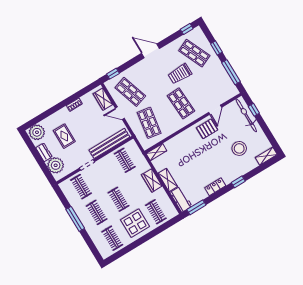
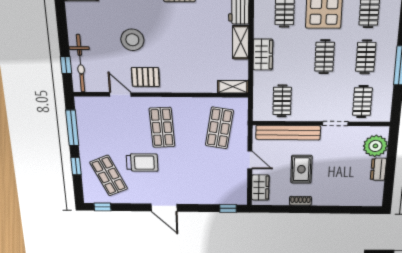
shop shelf: (130, 92) -> (220, 177), removed
door: (215, 110) -> (120, 94), hinge flipped
plant: (37, 132) -> (369, 196), removed
rug: (64, 136) -> (301, 169), moved
stool: (239, 148) -> (132, 40), moved

